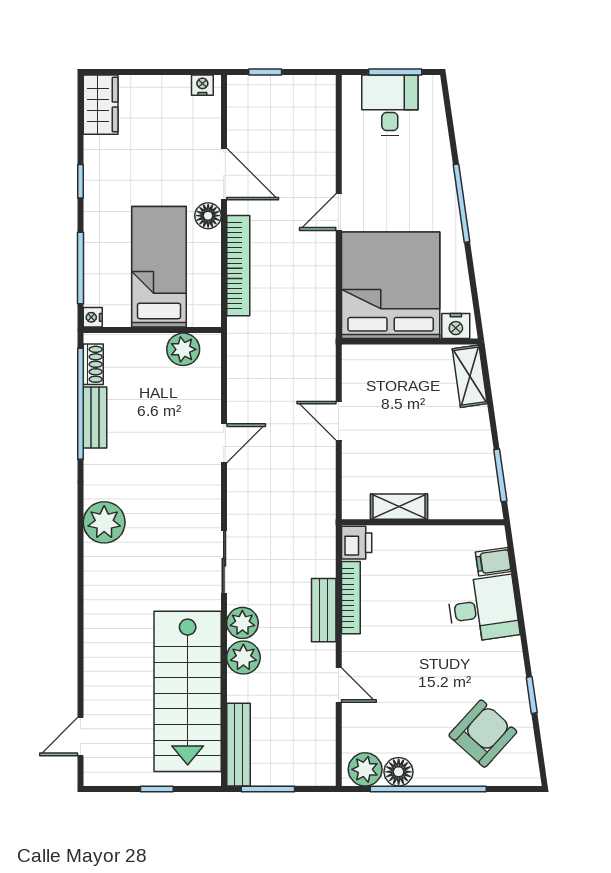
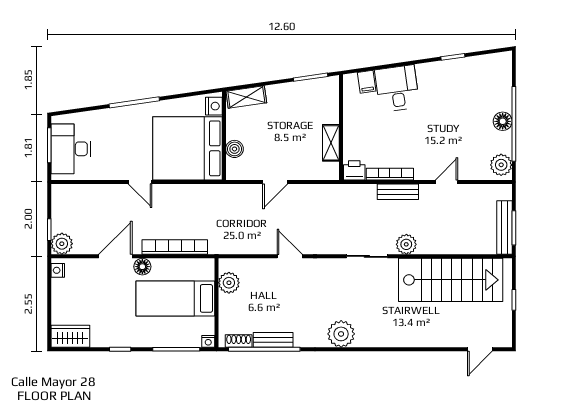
desk: (390, 105) -> (71, 149), width x1.37
boiler: (390, 358) -> (234, 149), added
plant: (243, 658) -> (62, 244), moved
armchair: (483, 734) -> (478, 89), removed
door: (81, 737) -> (480, 349), hinge flipped
bench: (238, 745) -> (504, 228), moved, turned 90
floor lamp: (399, 772) -> (503, 121), moved

